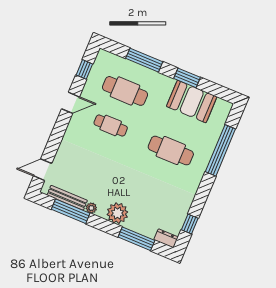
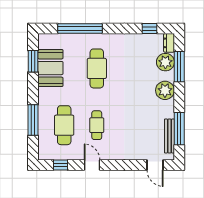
window: (187, 78) -> (33, 61), moved
plant: (91, 208) -> (165, 62), moved, width x1.88, depth x1.88

